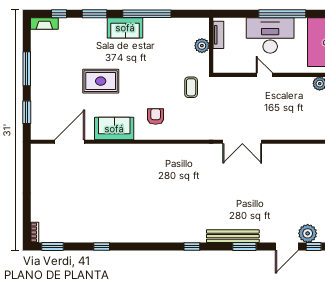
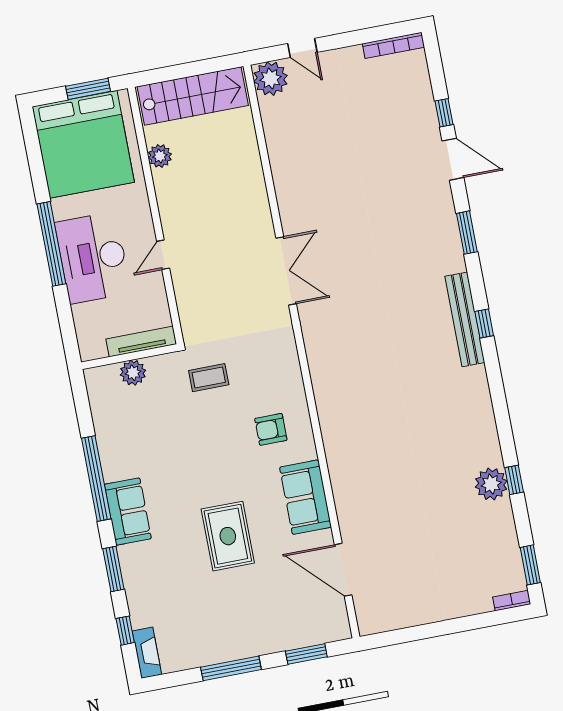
tv unit: (218, 35) -> (141, 341), moved, width x1.41
plant: (308, 233) -> (491, 484), moved
bench: (233, 236) -> (465, 319), moved

